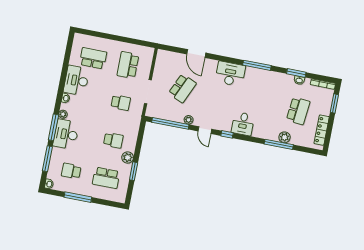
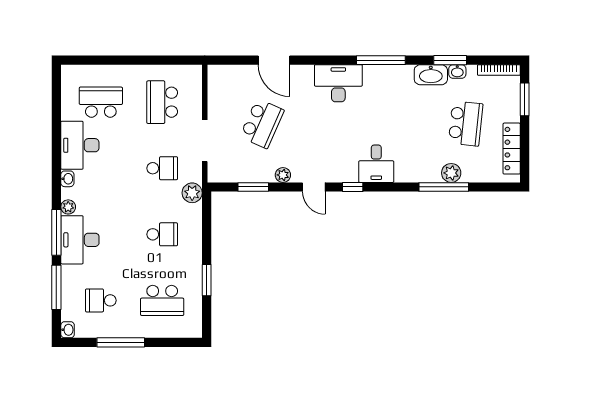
washbasin: (284, 79) -> (431, 75), added
window: (170, 123) -> (253, 187), width x0.47
plant: (128, 158) -> (192, 193), moved

